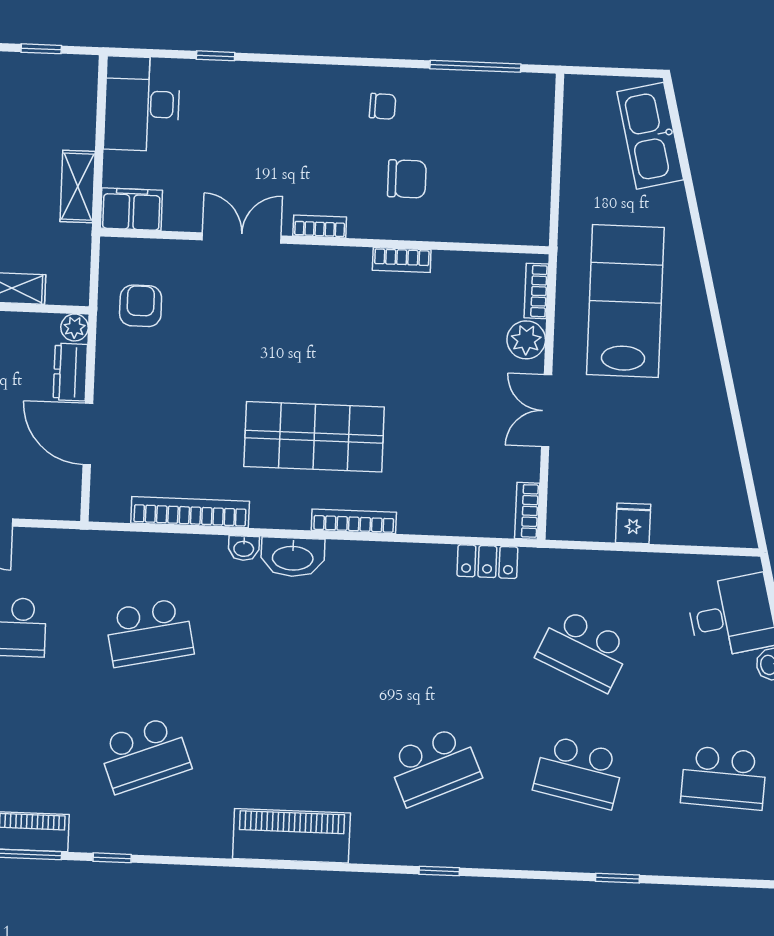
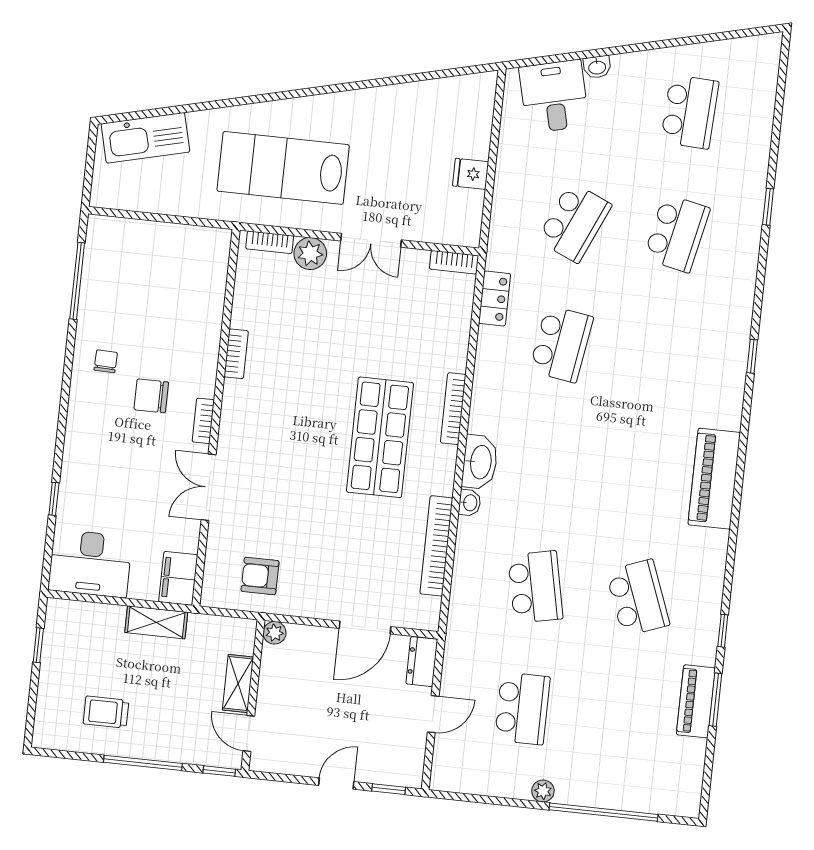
chair: (407, 179) -> (151, 396), moved, turned -90
dresser: (70, 372) -> (422, 662), moved, turned 90
school desk: (434, 766) -> (561, 344), moved, turned 33

